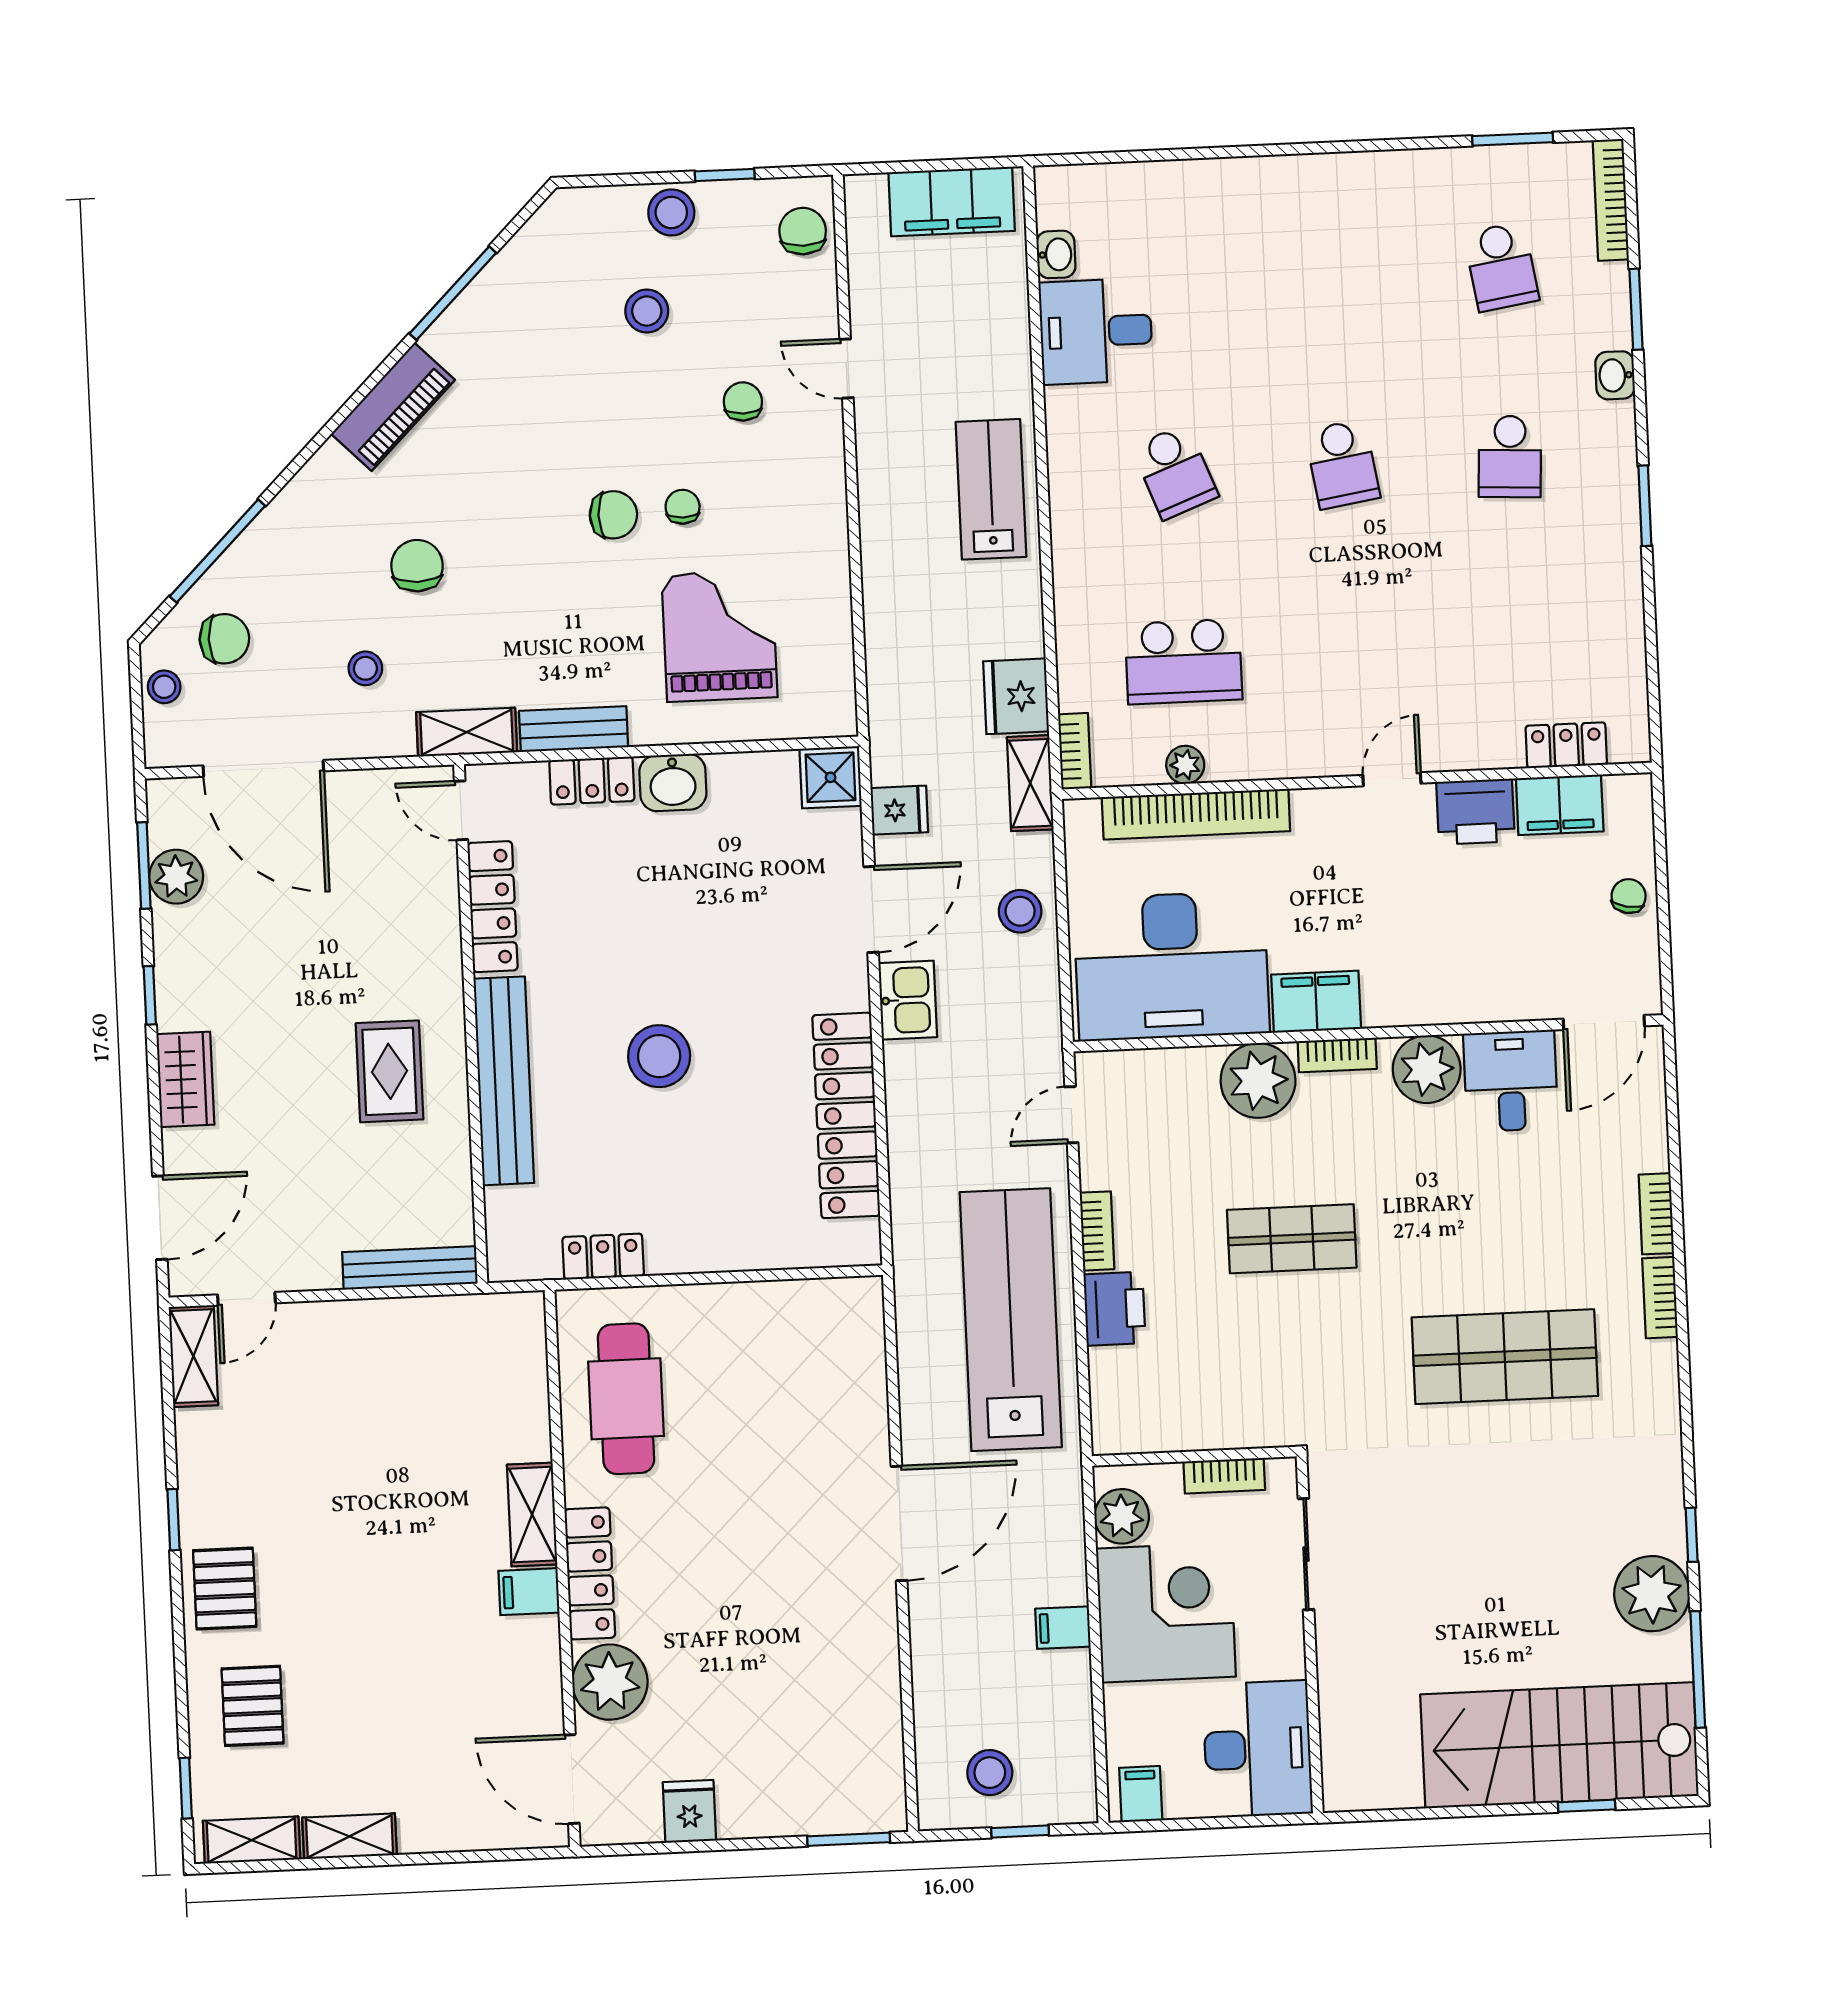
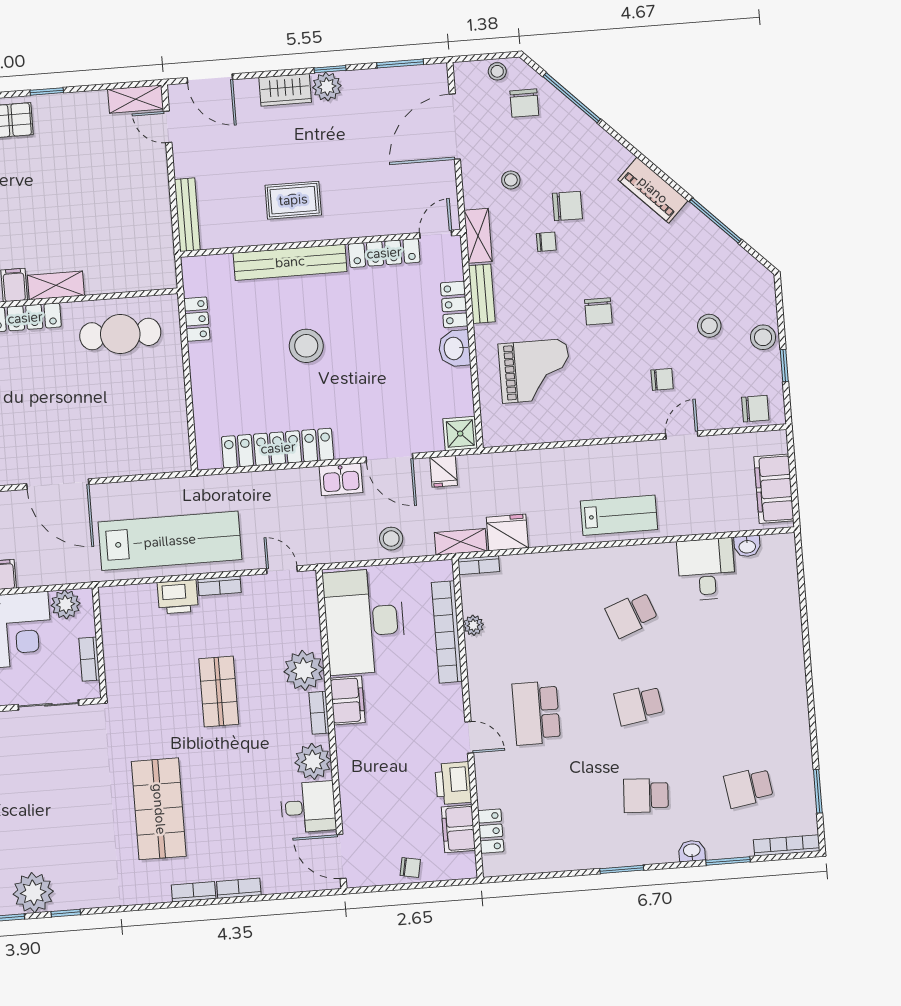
chair: (683, 507) -> (546, 242), moved
school desk: (1184, 662) -> (536, 713), moved
plant: (176, 877) -> (327, 87), moved

